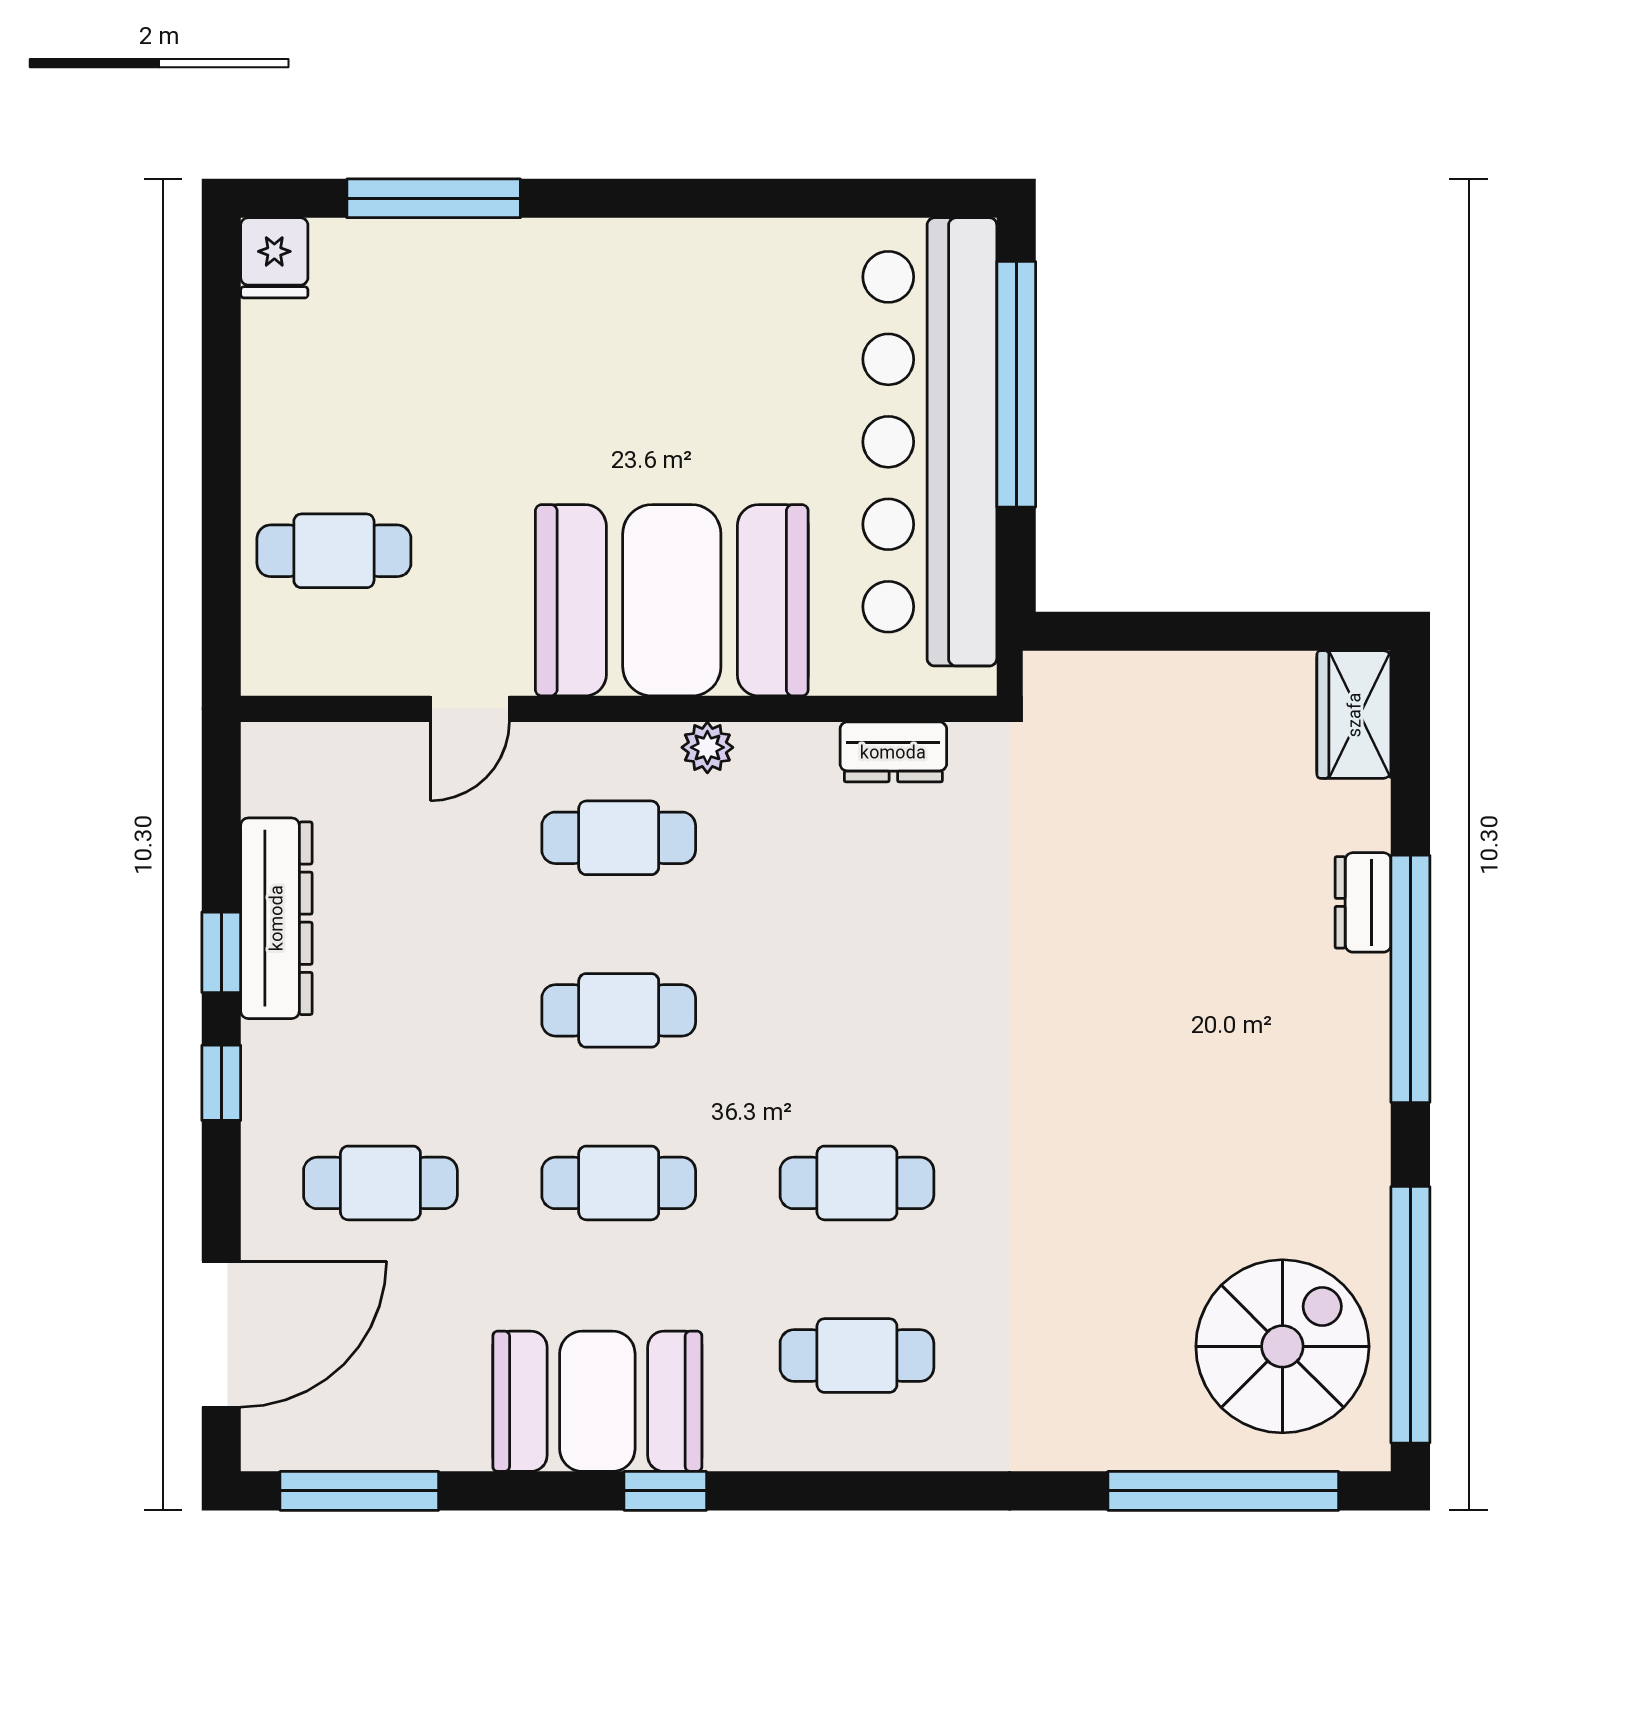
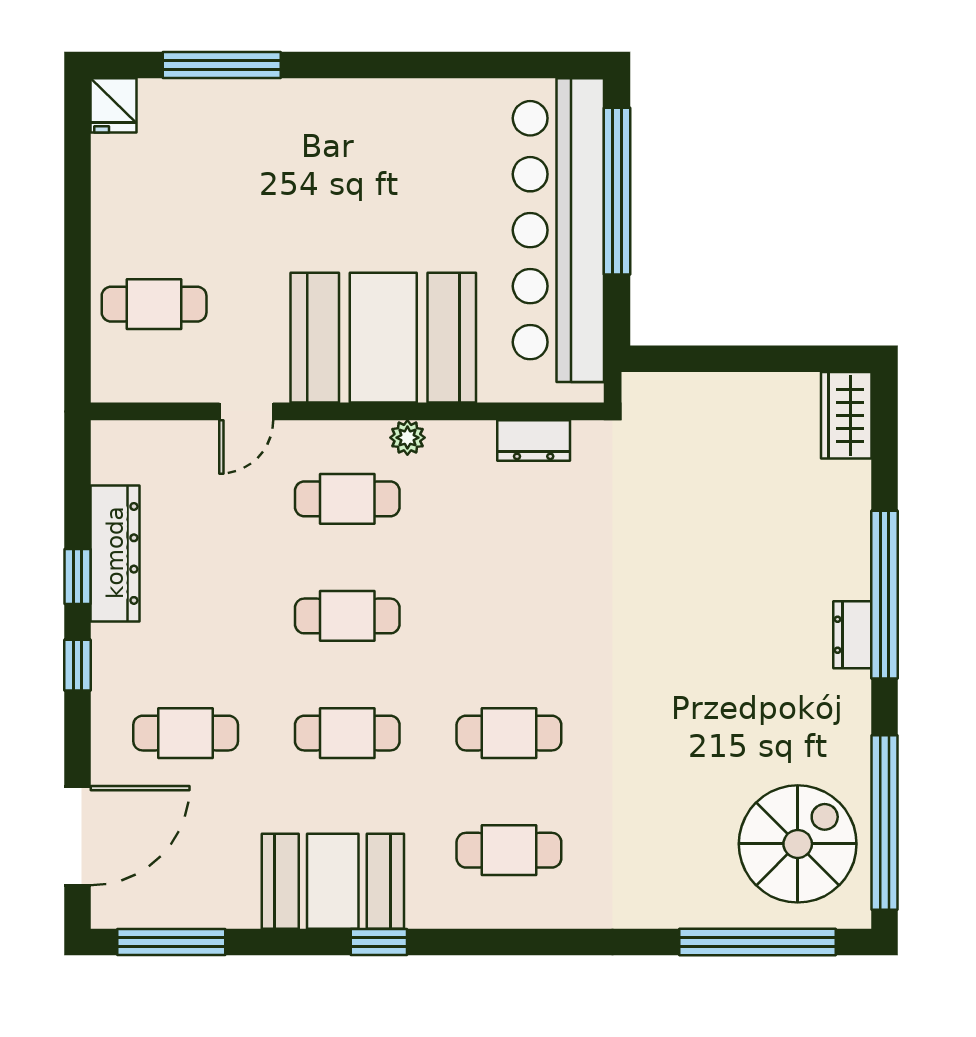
dresser: (1363, 902) -> (852, 635), moved

